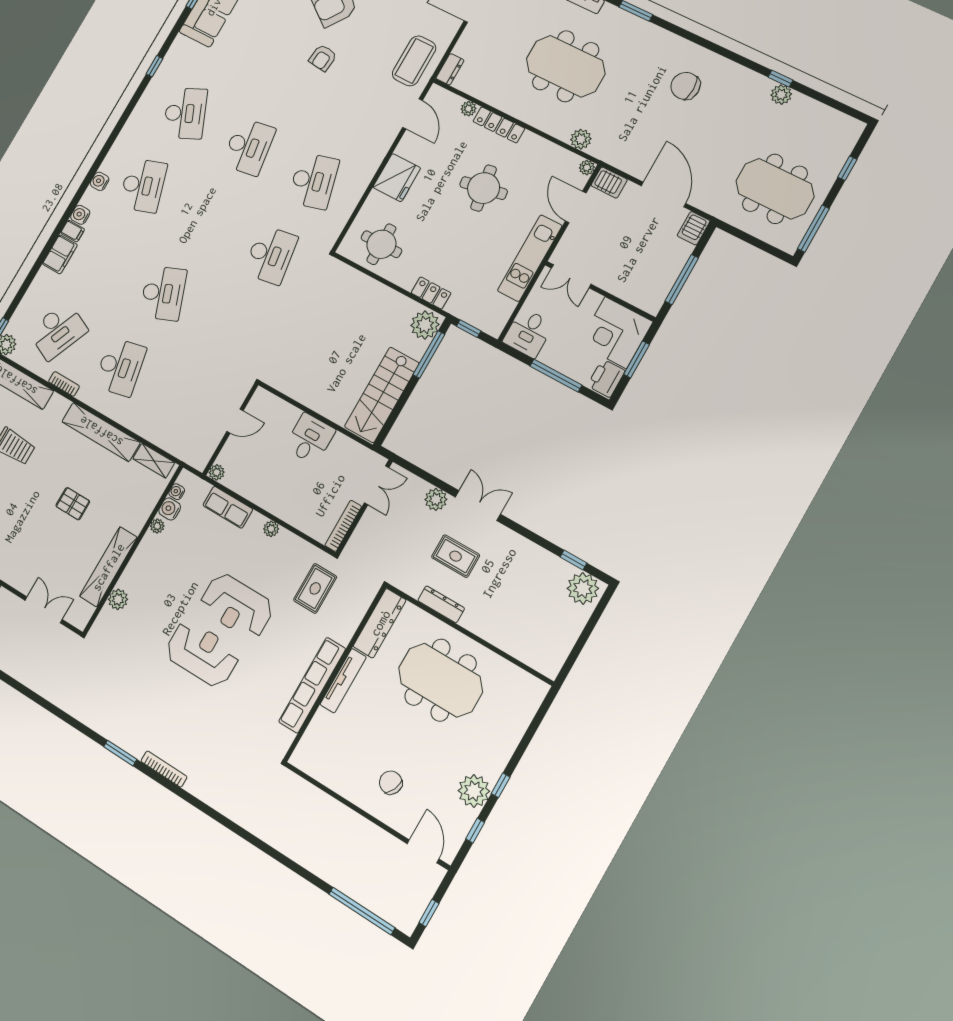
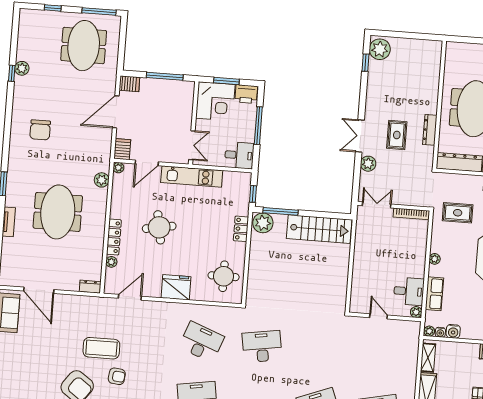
coffee table: (414, 61) -> (101, 348), moved
desk: (313, 181) -> (201, 342), turned 36
desk: (310, 439) -> (409, 291), moved, turned 180
plant: (157, 526) -> (429, 331), moved

